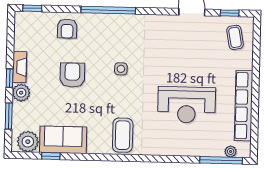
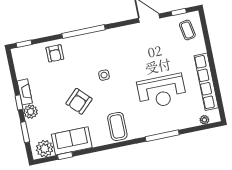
armchair: (72, 75) -> (79, 101), moved, turned -134
window: (221, 160) -> (162, 136), moved

